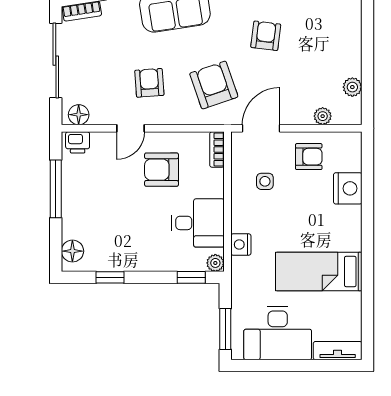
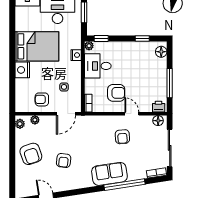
armchair: (214, 85) -> (31, 154), moved
plant: (352, 87) -> (20, 124), moved
door: (131, 128) -> (132, 114), hinge flipped
nightstand: (348, 188) -> (22, 70), moved
bed: (319, 272) -> (37, 46), width x1.50

